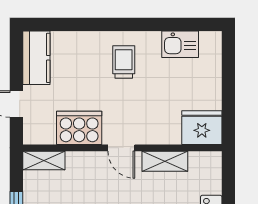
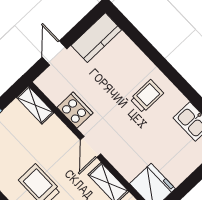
cooker: (79, 128) -> (75, 110), width x0.73, depth x0.76

